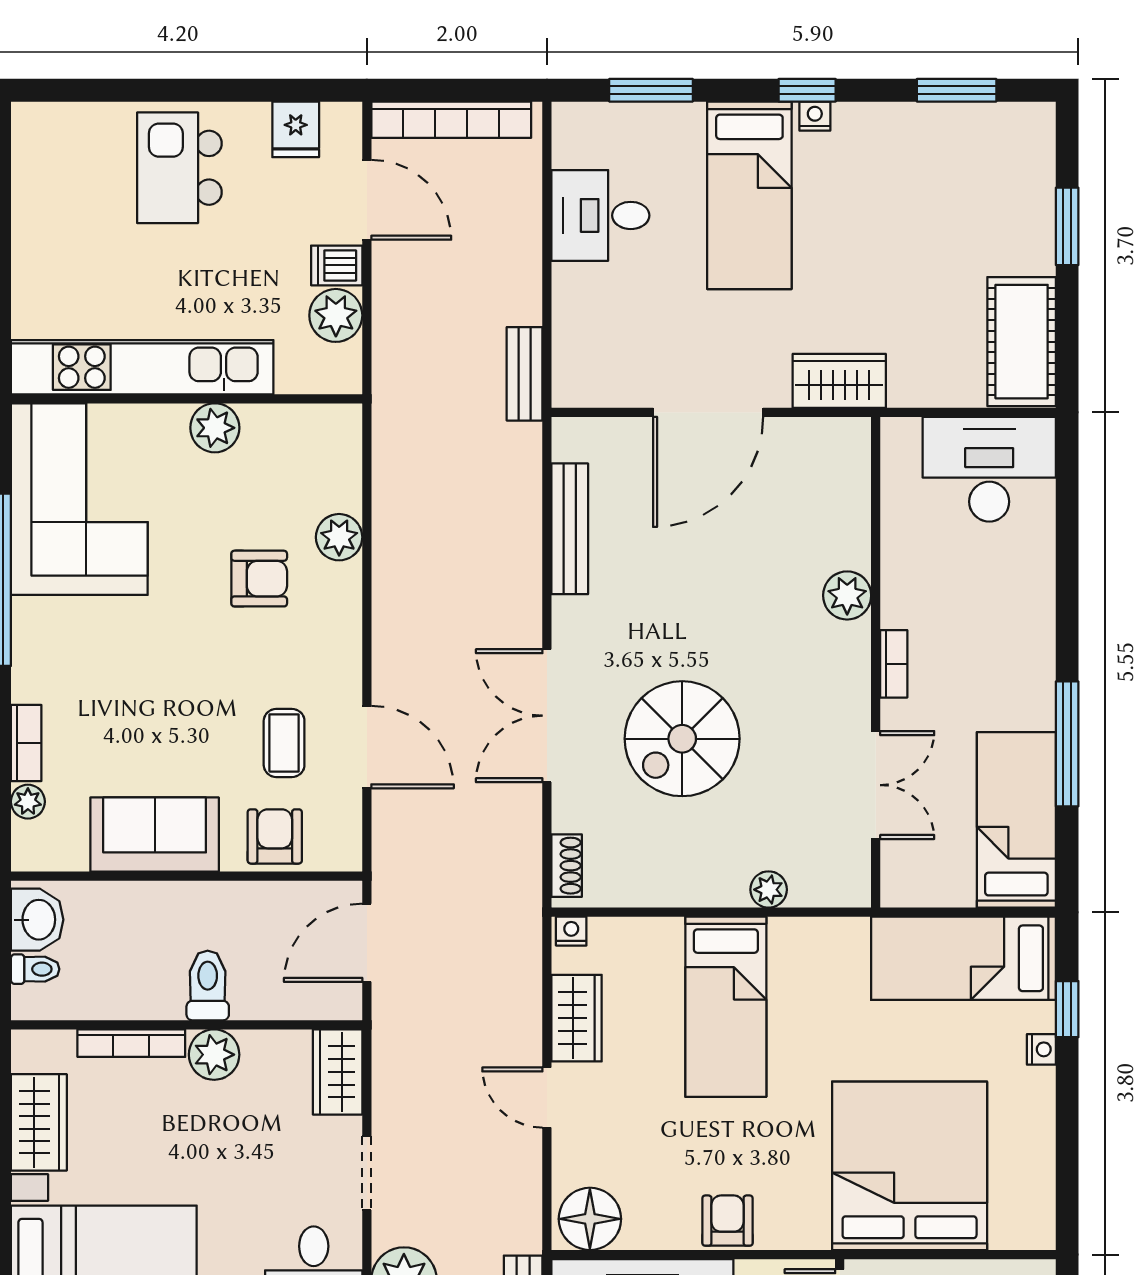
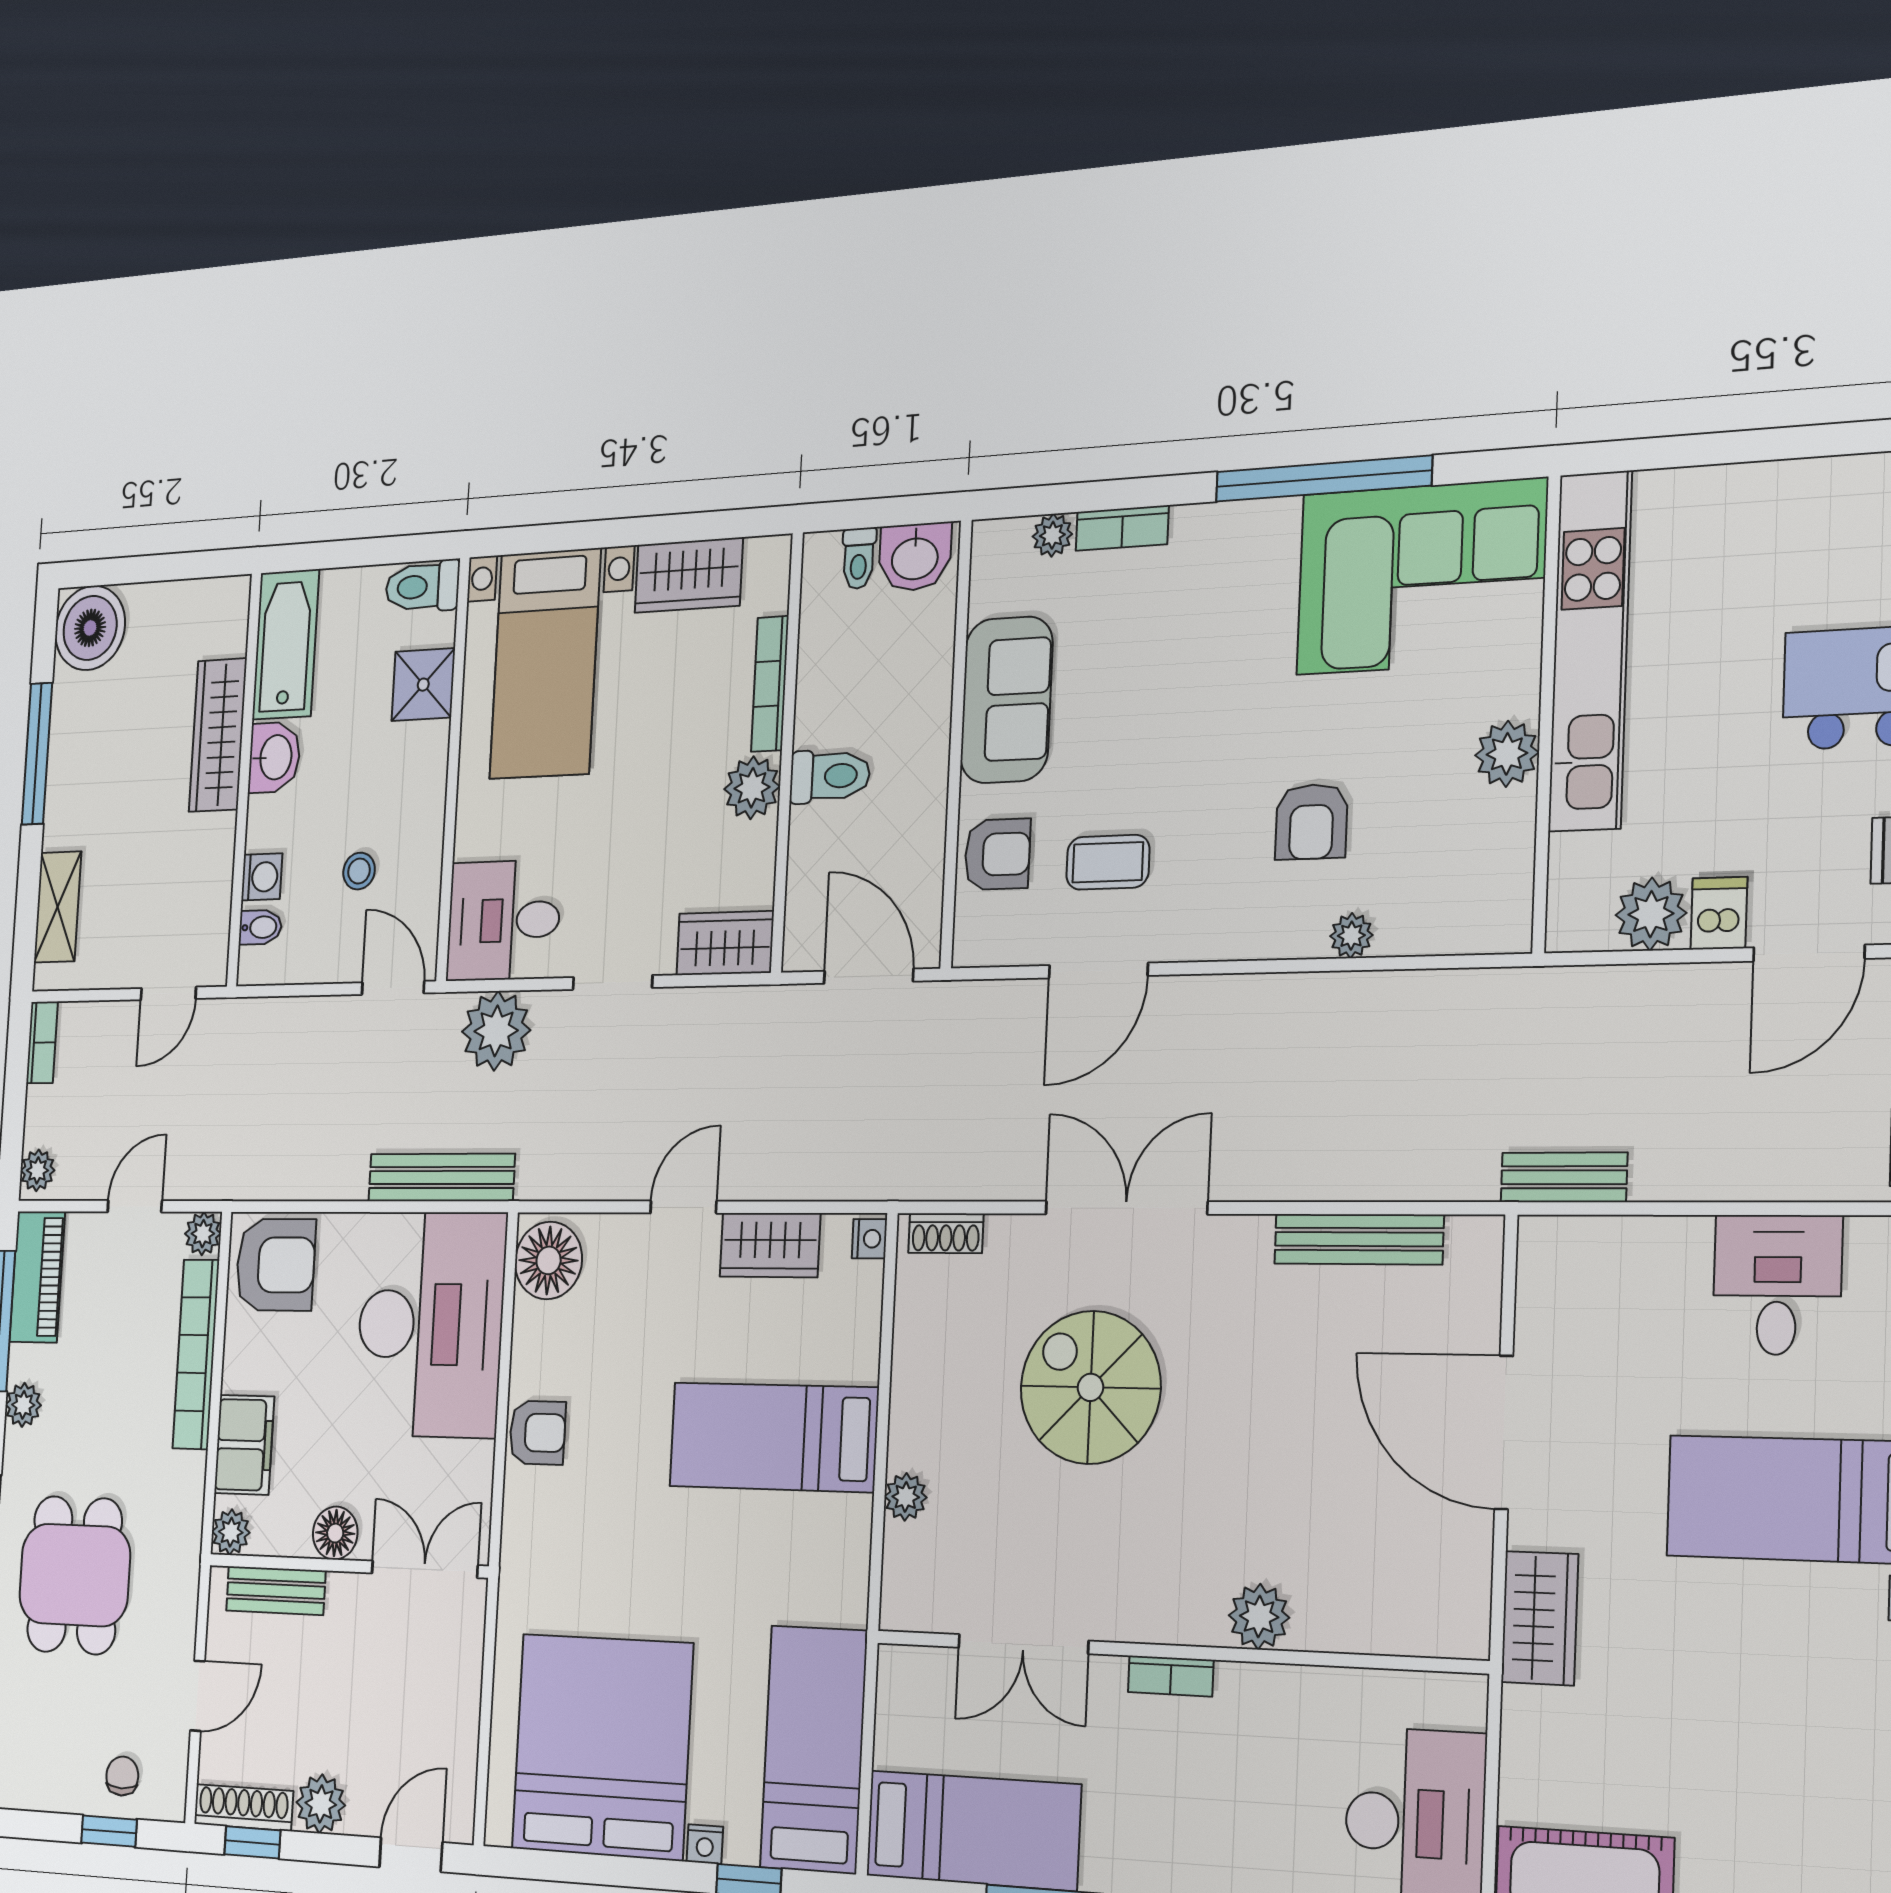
plant: (339, 537) -> (1351, 936), width x0.73, depth x0.73
bed: (910, 1166) -> (602, 1746), moved, turned -90

